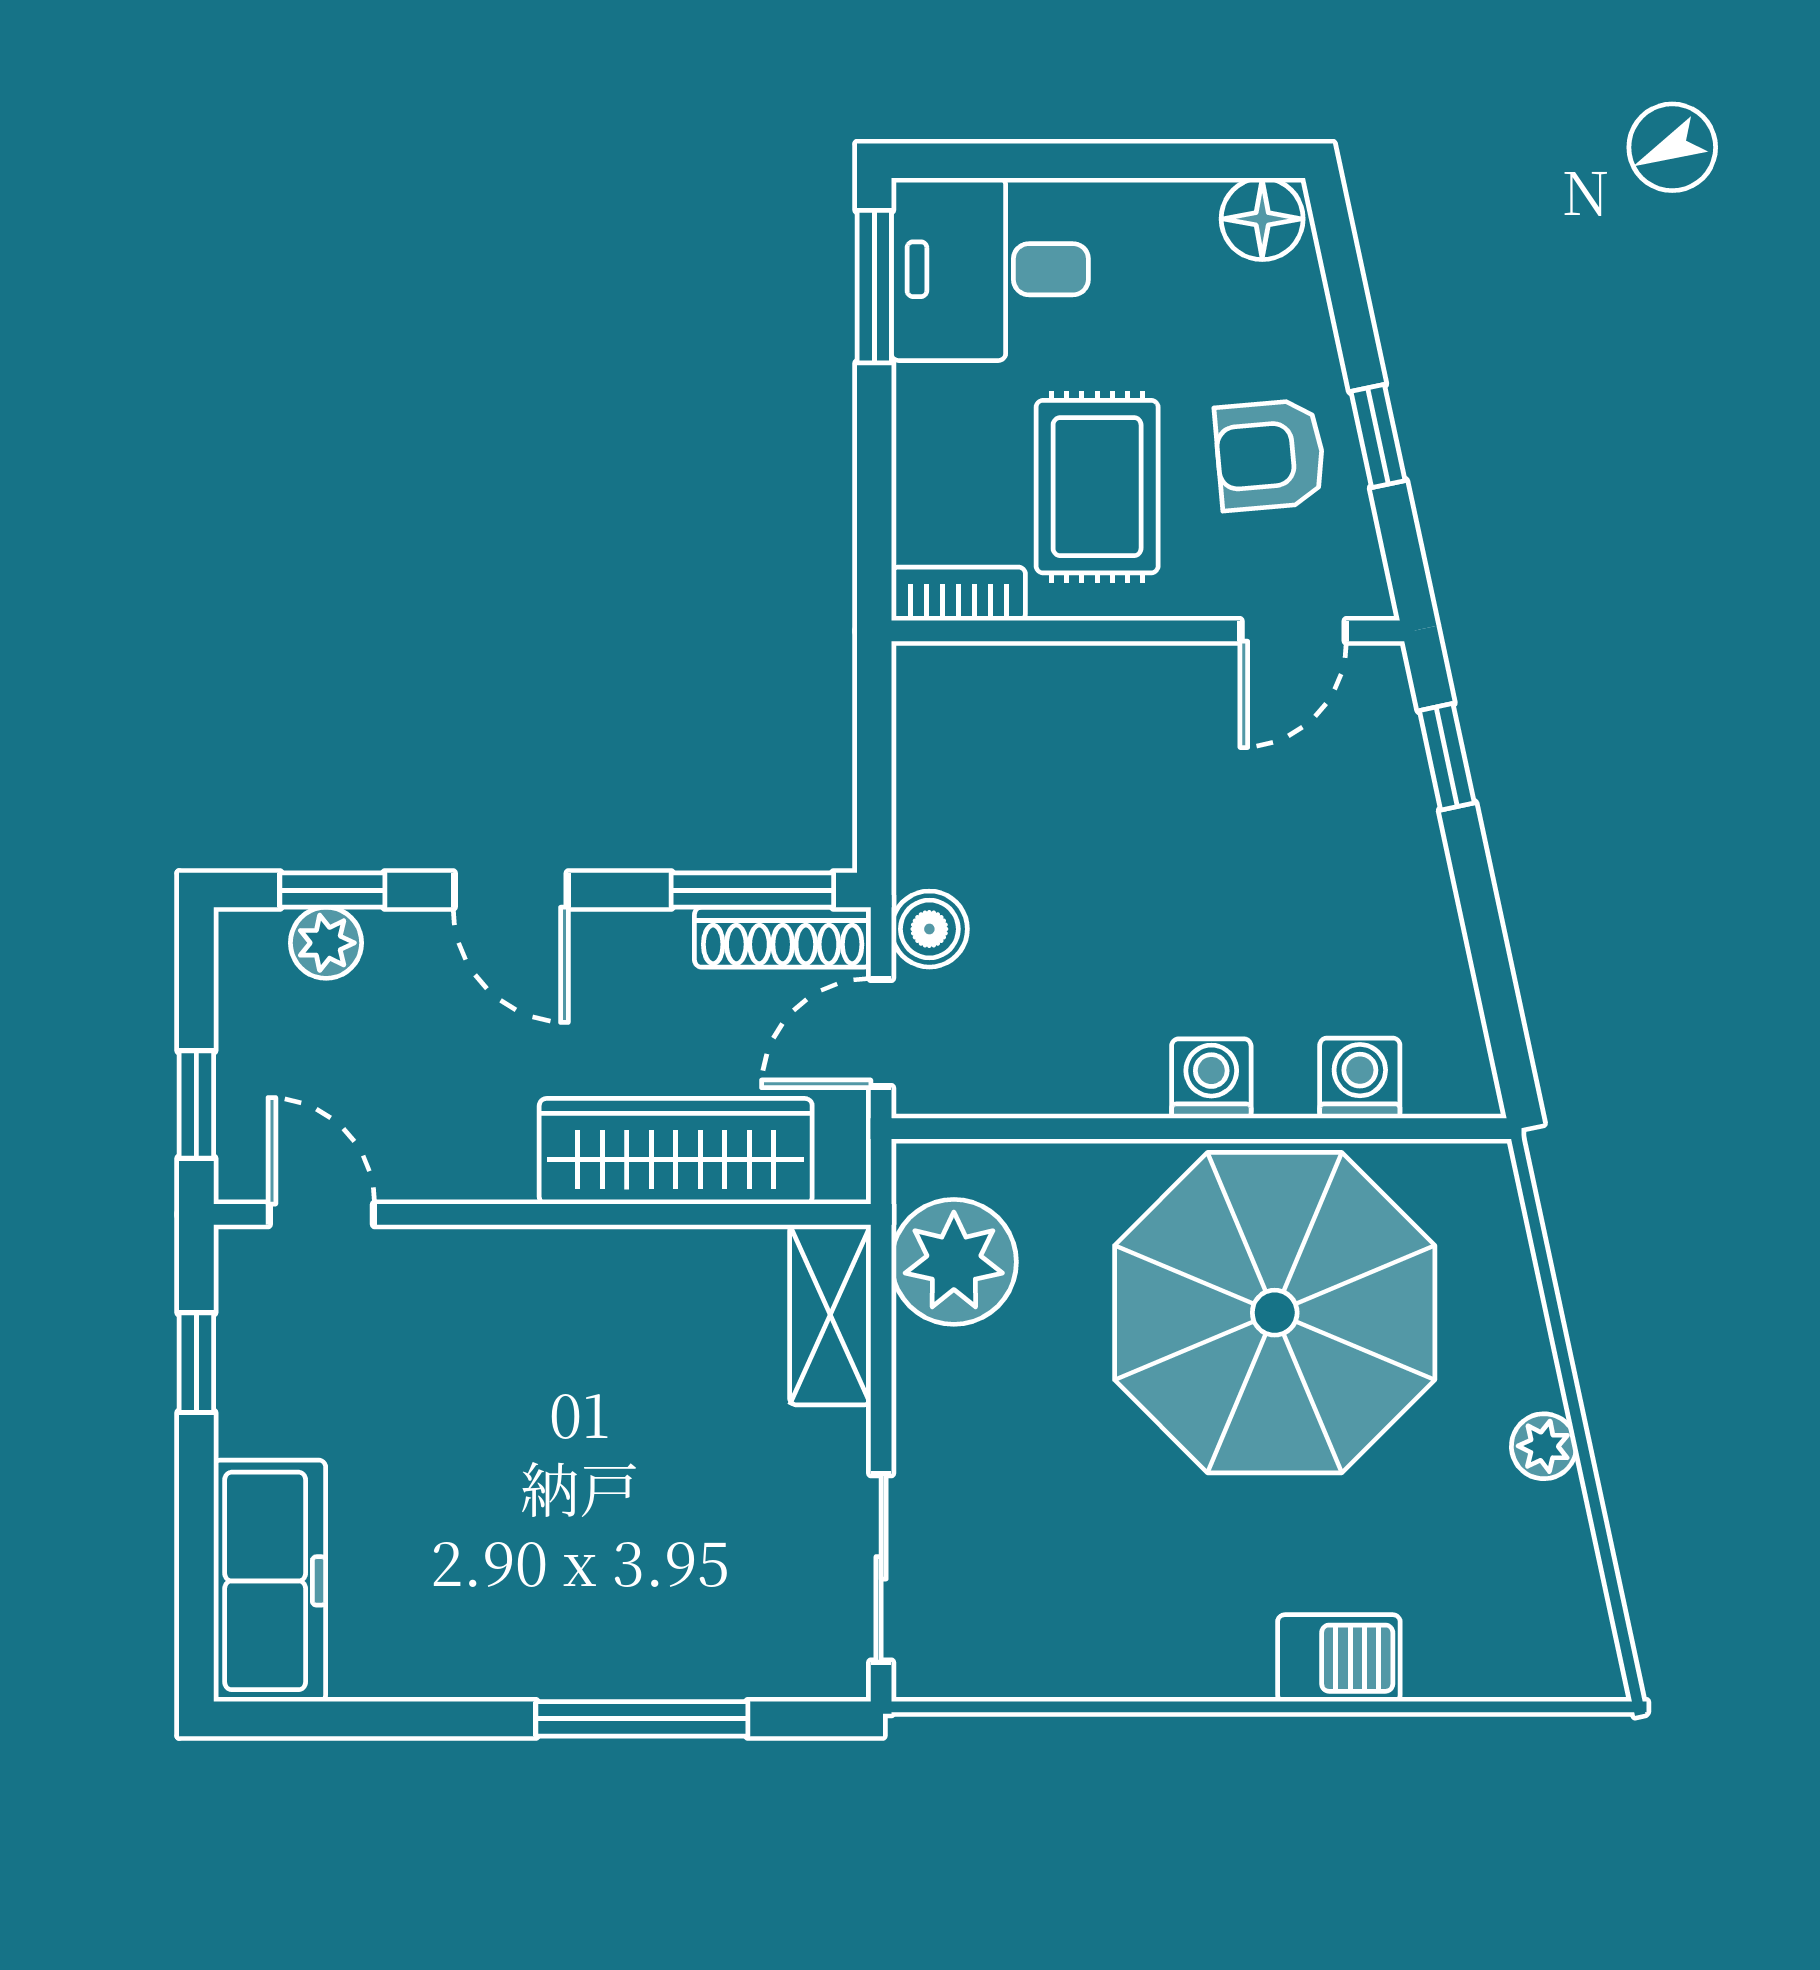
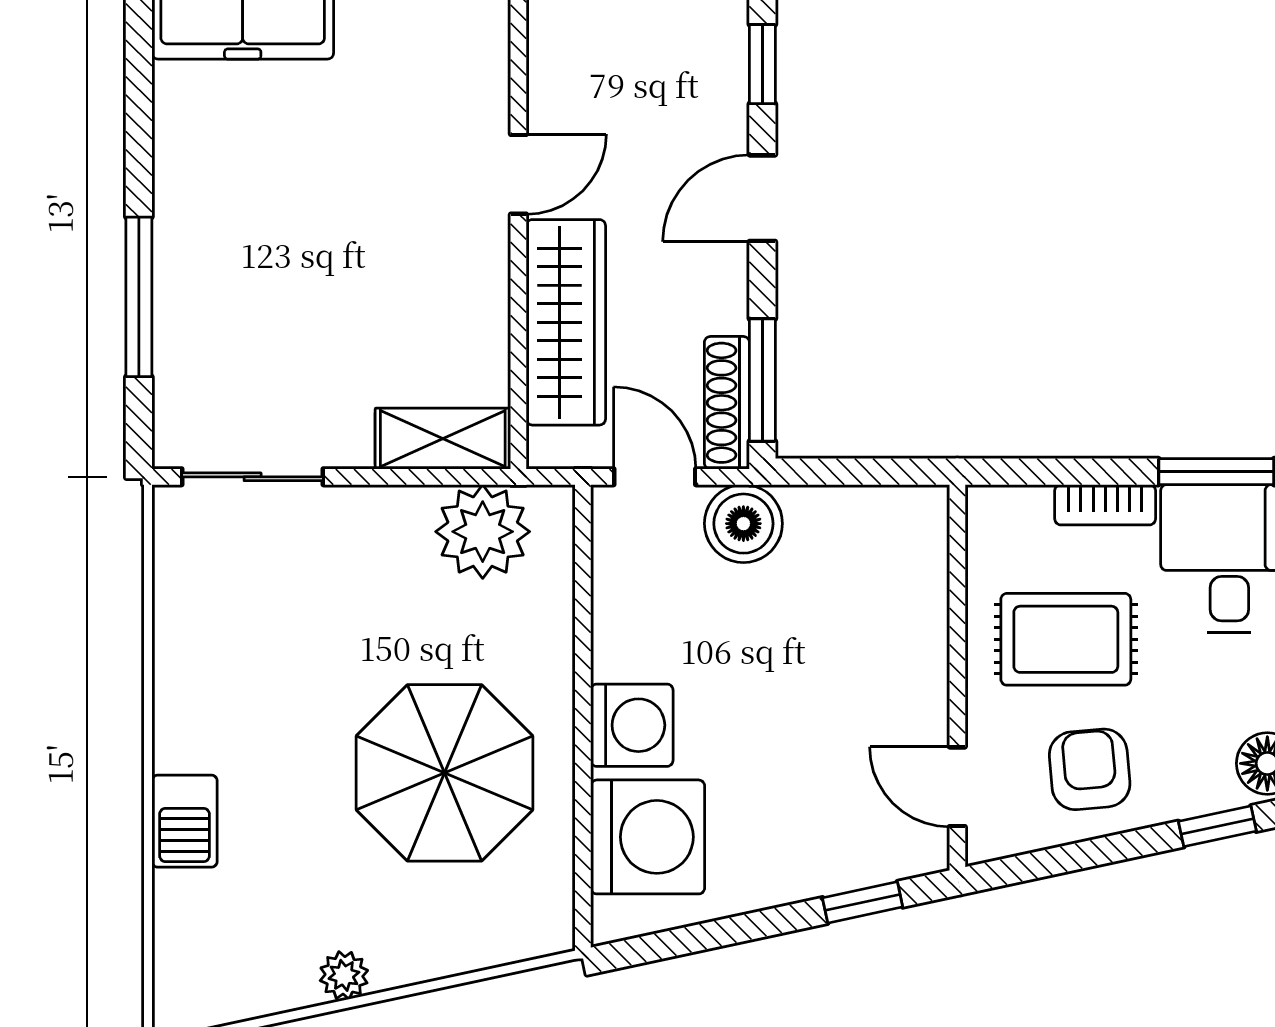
window: (1378, 436) -> (1217, 826), moved
bookcase: (958, 594) -> (1105, 505), moved, turned 90
boiler: (929, 929) -> (743, 524), width x1.36, depth x1.36
plant: (326, 943) -> (723, 59), removed
washing machine: (1360, 1078) -> (648, 837), width x1.89, depth x1.89
washing machine: (1211, 1079) -> (632, 725), width x1.38, depth x1.38
door: (321, 1214) -> (518, 174), moved
parasol: (1275, 1313) -> (444, 773), width x0.73, depth x0.73

